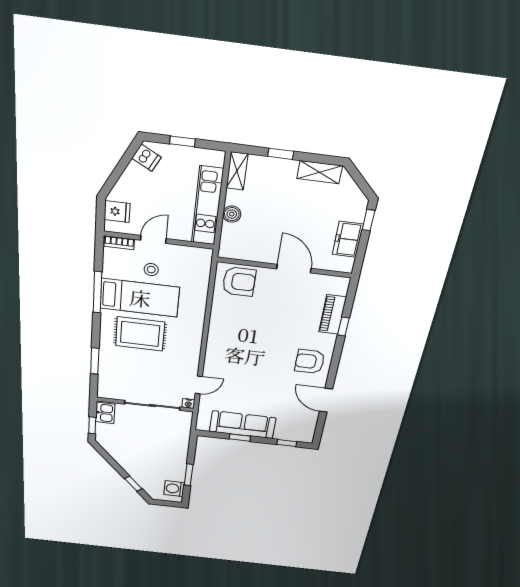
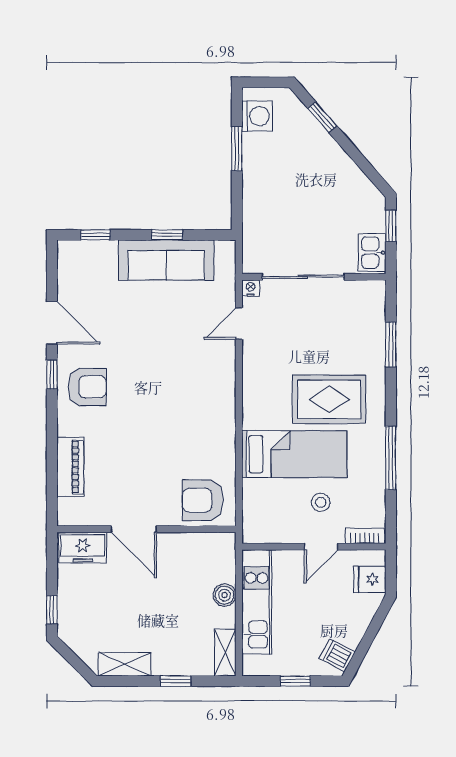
freezer: (348, 239) -> (83, 548), moved, turned 90
bed: (140, 298) -> (294, 454), moved, turned 180
window: (343, 327) -> (52, 375), moved

